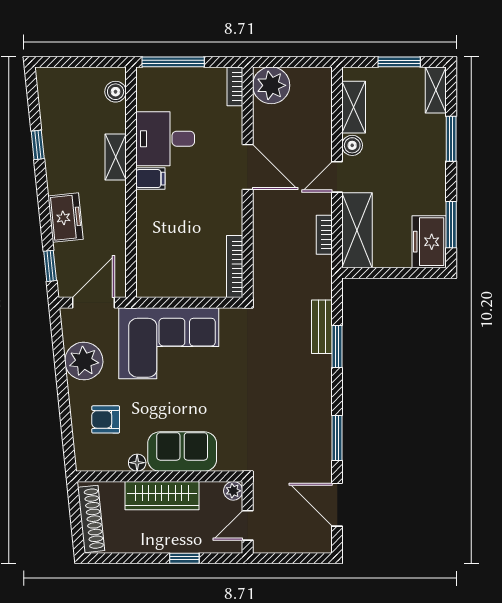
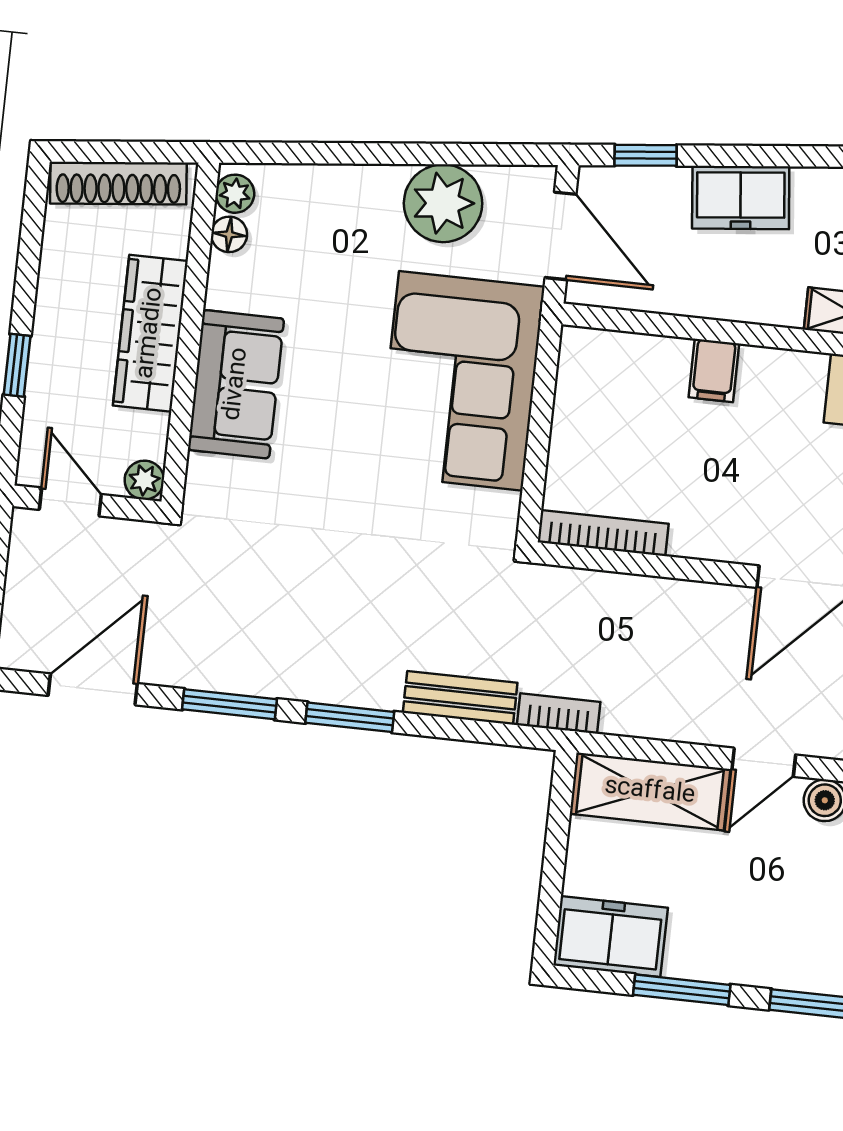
door: (337, 177) -> (764, 762), swing flipped
filing cabinet: (150, 179) -> (714, 370), moved
window: (451, 225) -> (682, 990), moved
bookcase: (324, 235) -> (559, 714), moved
window: (337, 347) -> (350, 717), moved
armchair: (106, 419) -> (319, 235), removed
plant: (90, 462) -> (235, 194), added
floor lamp: (137, 463) -> (229, 234), moved

